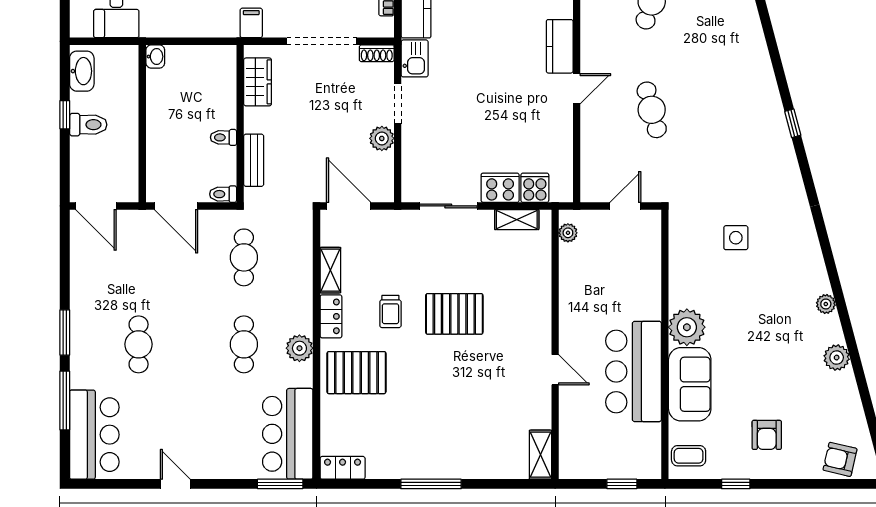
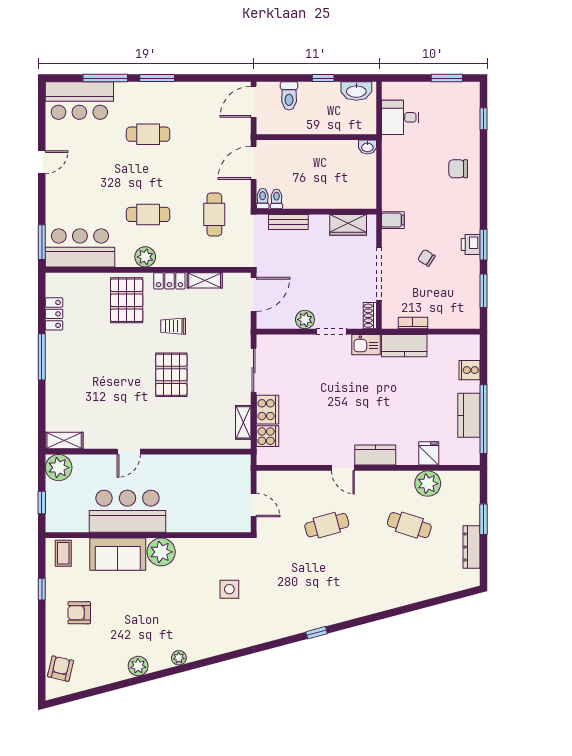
toilet: (88, 125) -> (289, 96), moved
toilet: (223, 137) -> (276, 199), moved
plant: (568, 233) -> (59, 468), moved, width x1.88, depth x1.88
cafe table: (244, 257) -> (214, 214), turned 90
locker: (343, 468) -> (54, 314), moved

